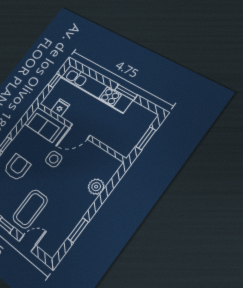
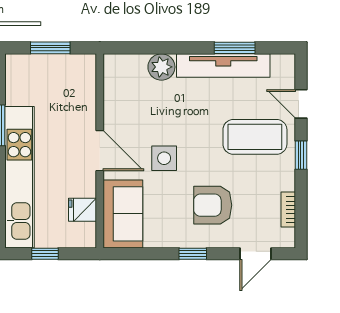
tv unit: (74, 218) -> (223, 66), added

